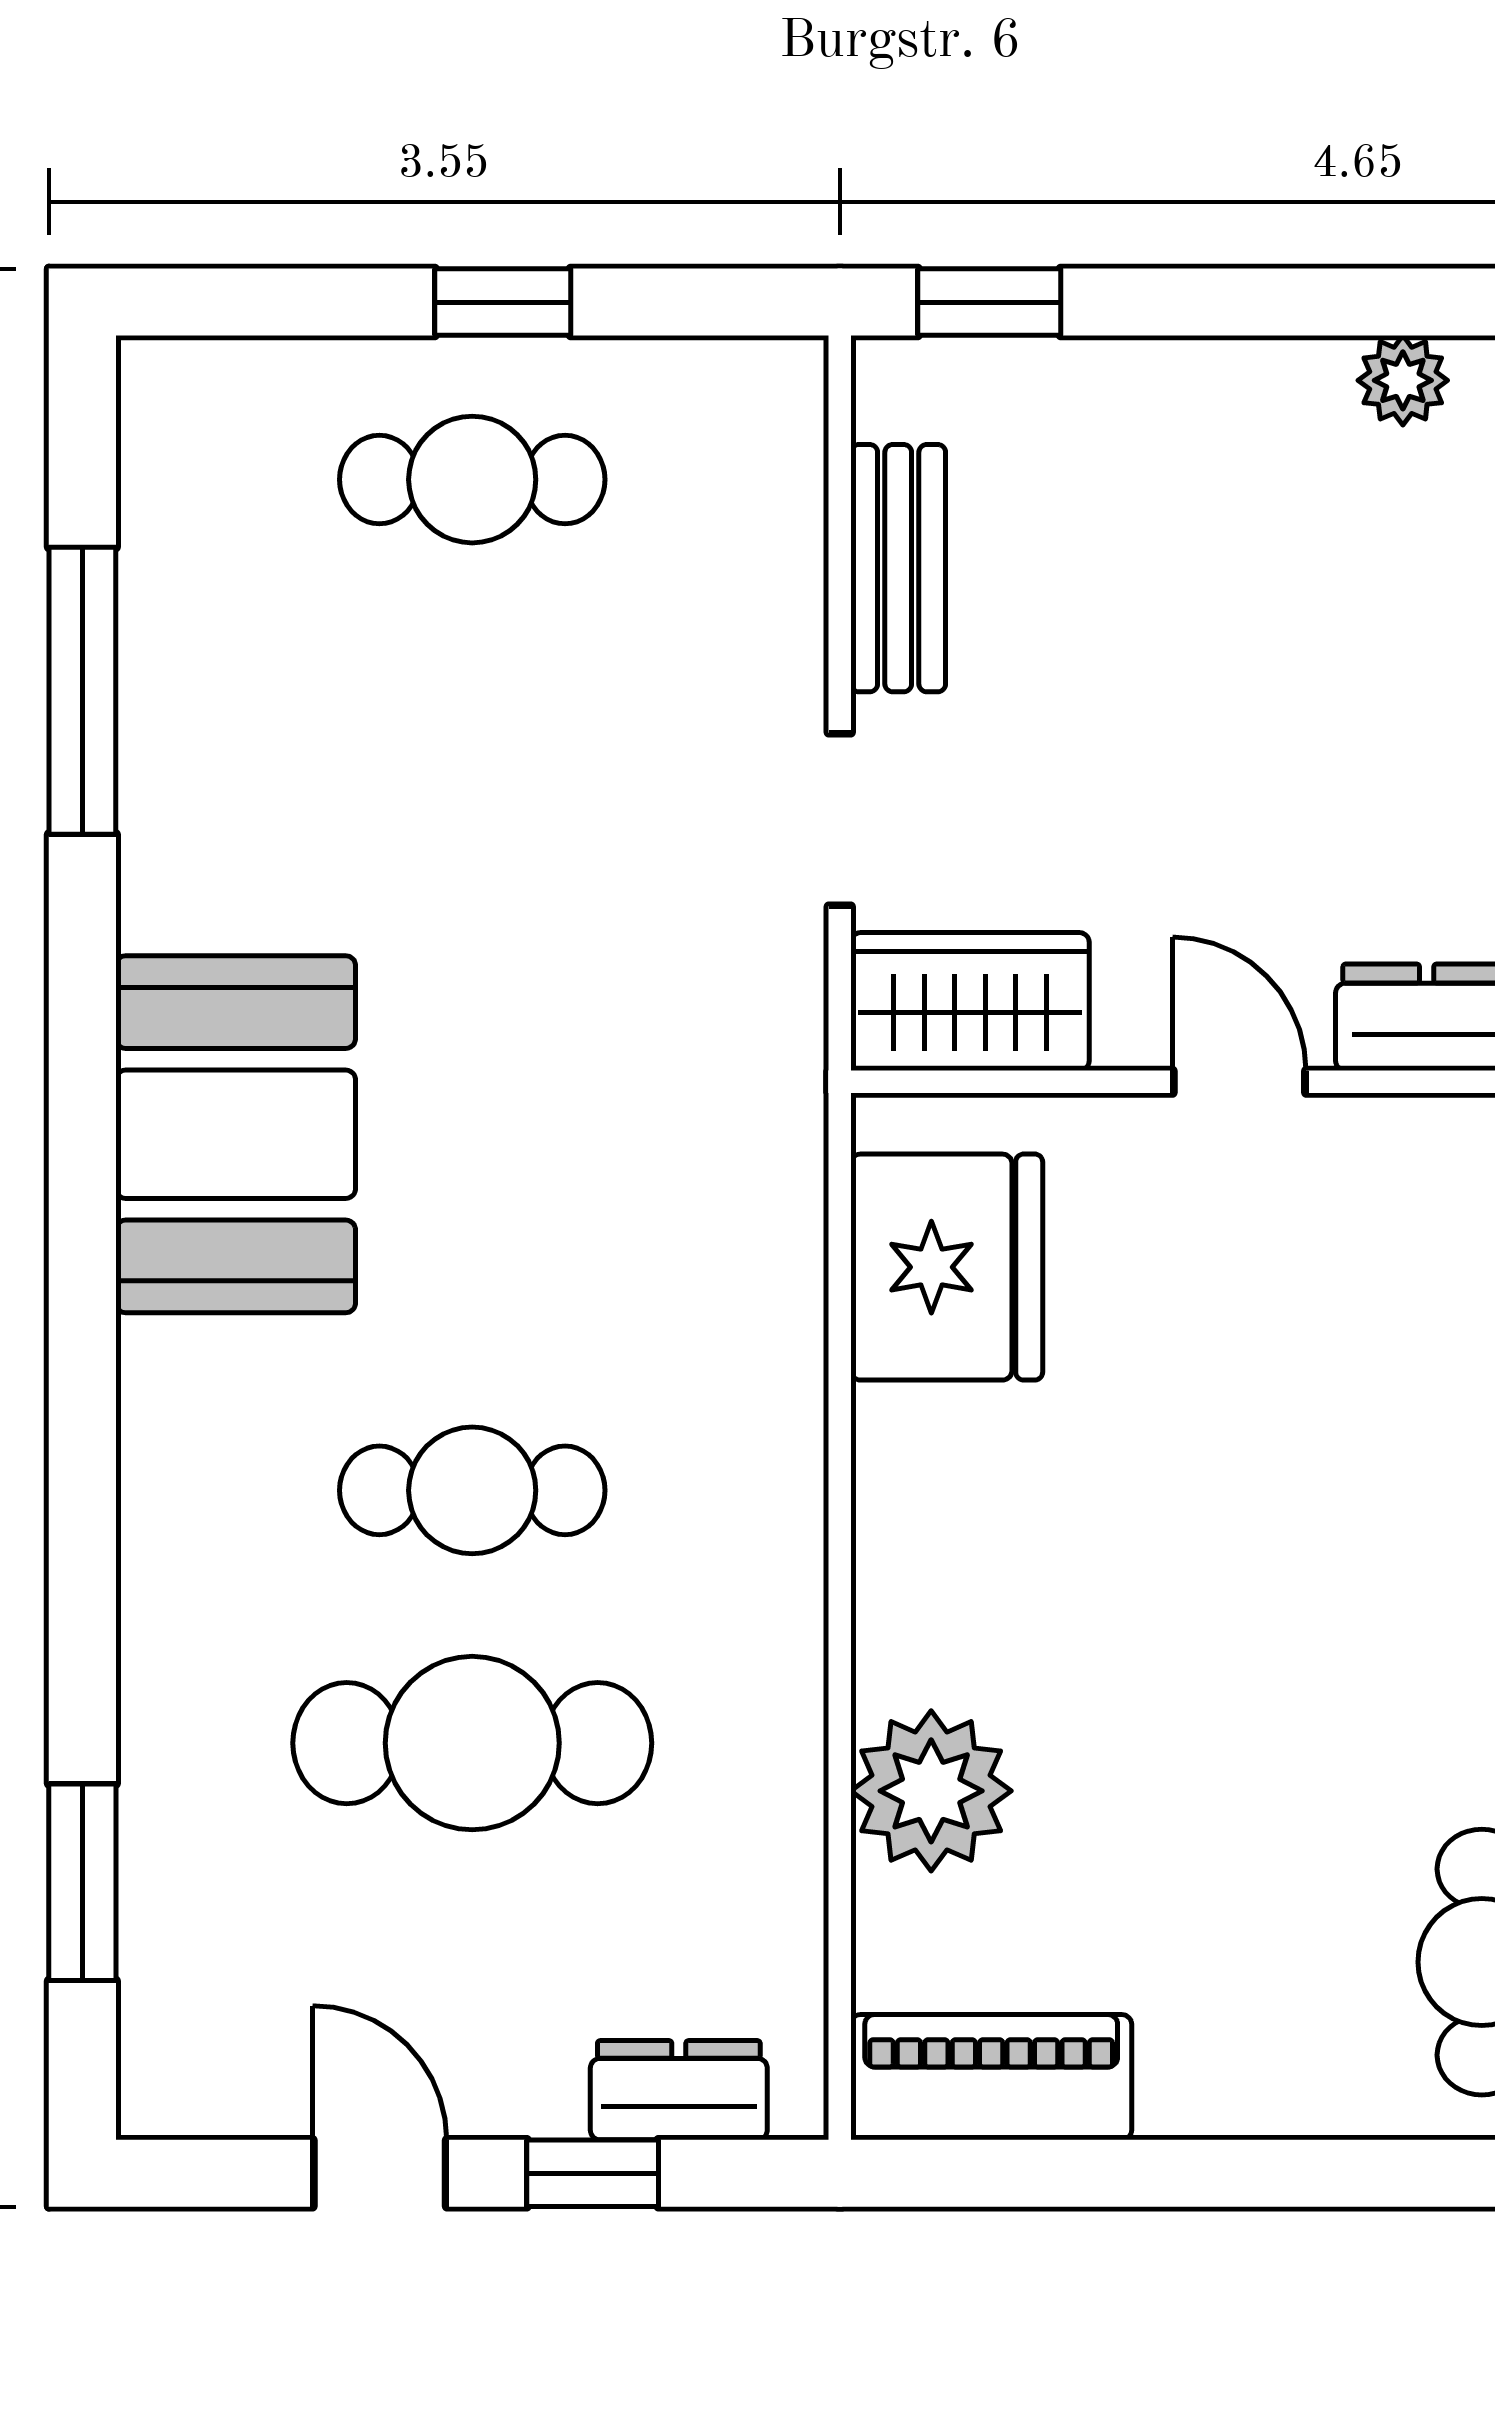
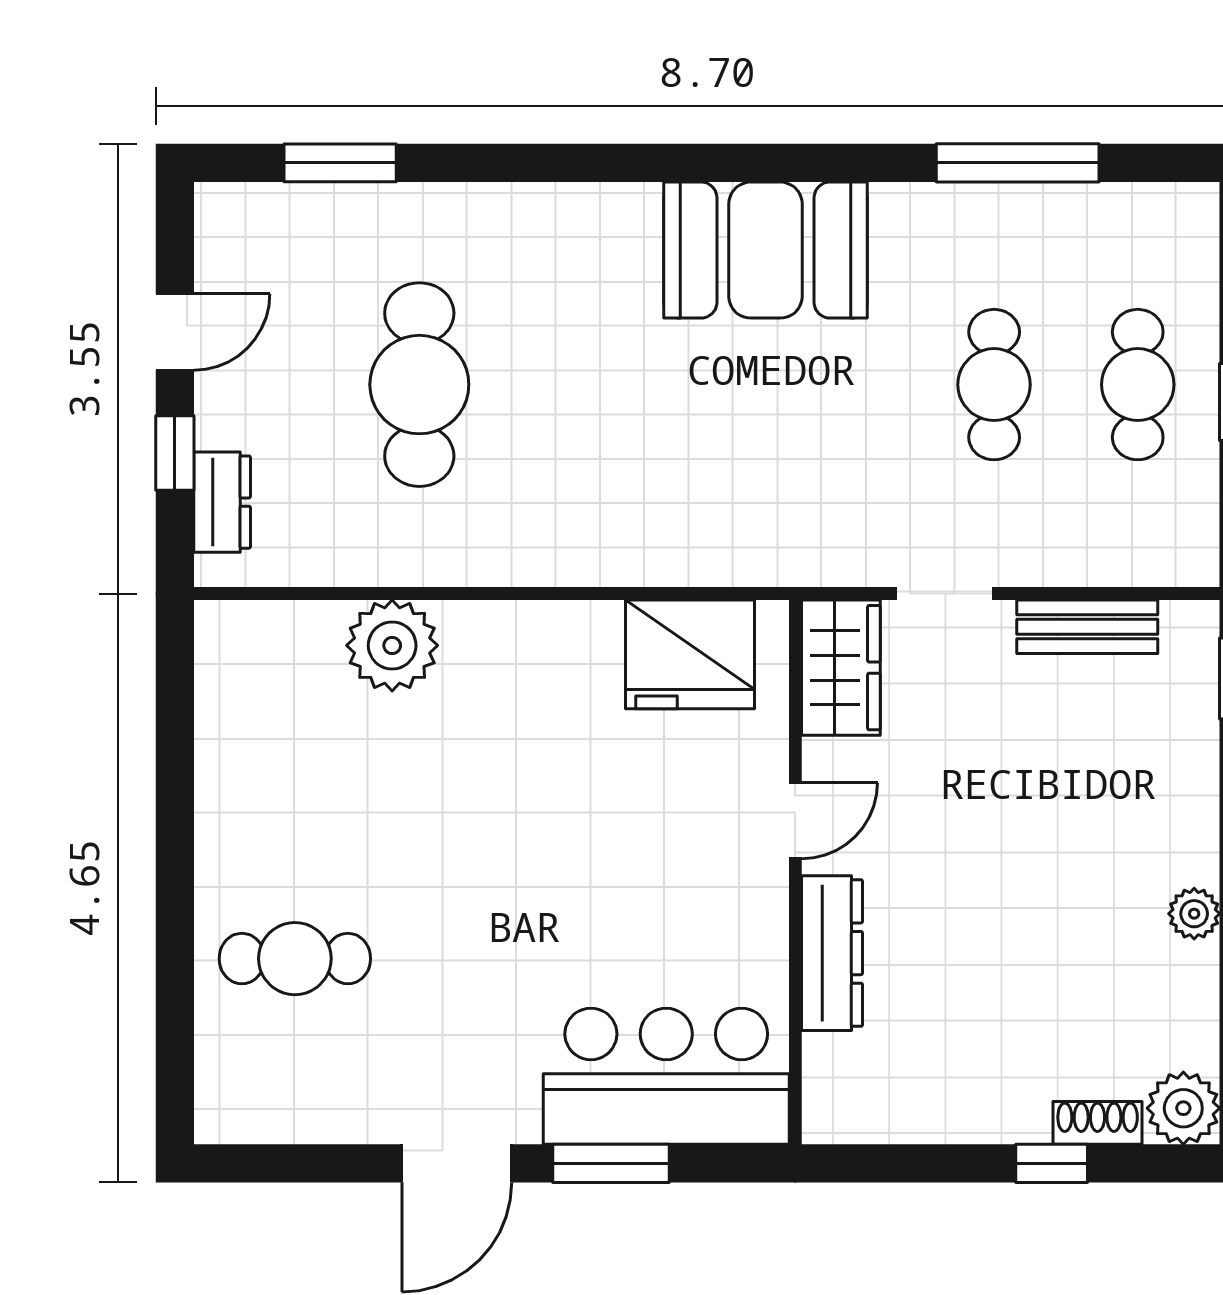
cafe table: (472, 1490) -> (994, 385), moved
piano: (991, 2077) -> (229, 680), removed

